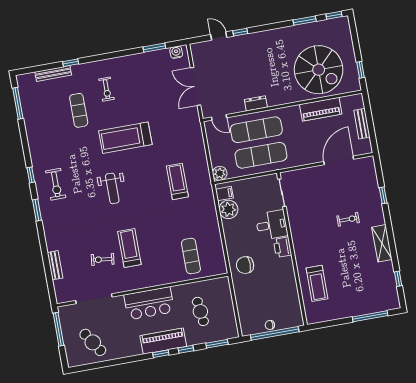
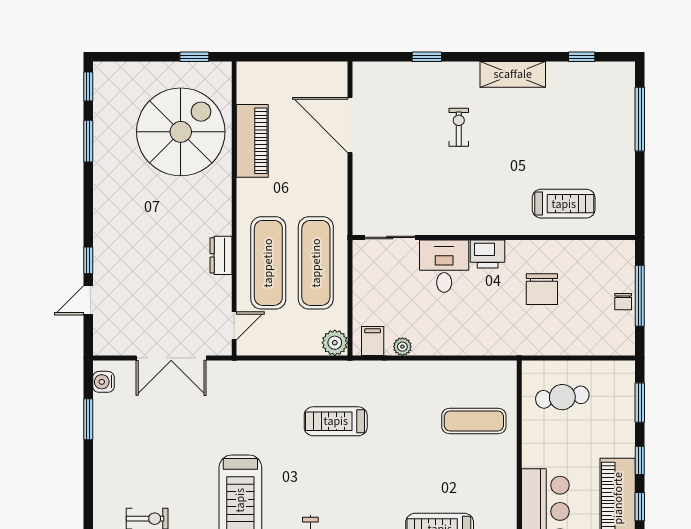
bench: (362, 124) -> (292, 72), removed
plant: (228, 209) -> (402, 347), width x0.53, depth x0.53
chair: (245, 265) -> (542, 289), moved
cafe table: (200, 311) -> (562, 397), moved
window: (275, 333) -> (640, 296), width x0.68

